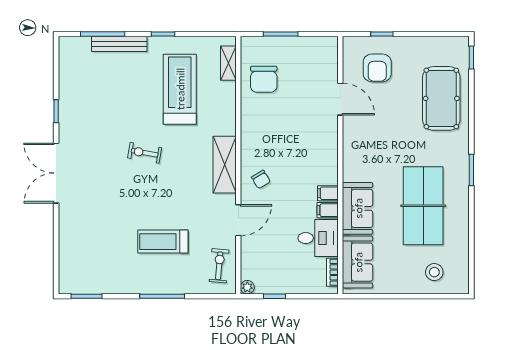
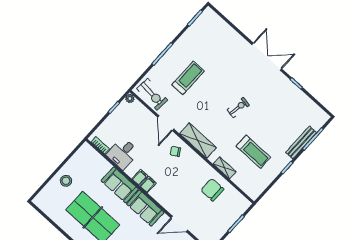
shelving: (228, 63) -> (225, 168), moved
chair: (264, 79) -> (212, 190), moved
treadmill: (180, 89) -> (253, 152), width x0.73, depth x0.73
filing cabinet: (328, 210) -> (148, 185), moved
sofa: (358, 262) -> (145, 208), moved
exercise bike: (219, 266) -> (152, 94), width x1.38, depth x1.39
stool: (434, 272) -> (66, 181), moved

